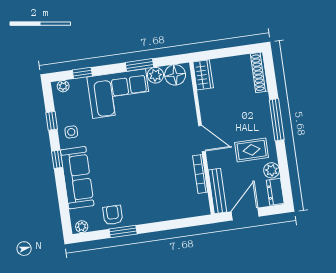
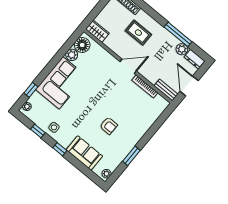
window: (140, 65) -> (58, 57), removed
window: (277, 120) -> (178, 34), moved
rug: (252, 150) -> (138, 33), moved, turned 90
sofa: (77, 178) -> (84, 153), width x0.73
bench: (217, 191) -> (166, 90), width x0.73
armchair: (113, 215) -> (109, 126), moved, turned 180

